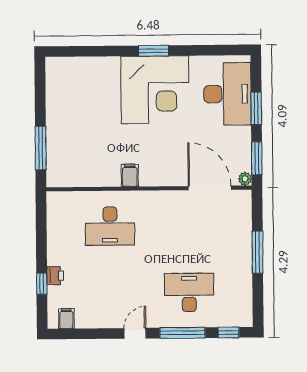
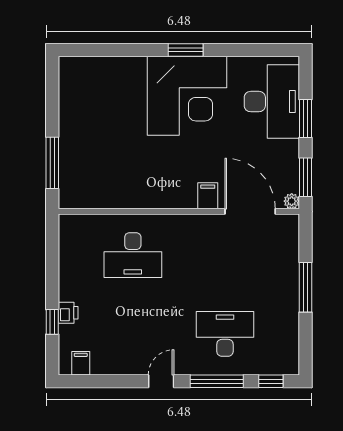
filing cabinet: (130, 175) -> (208, 196), moved

